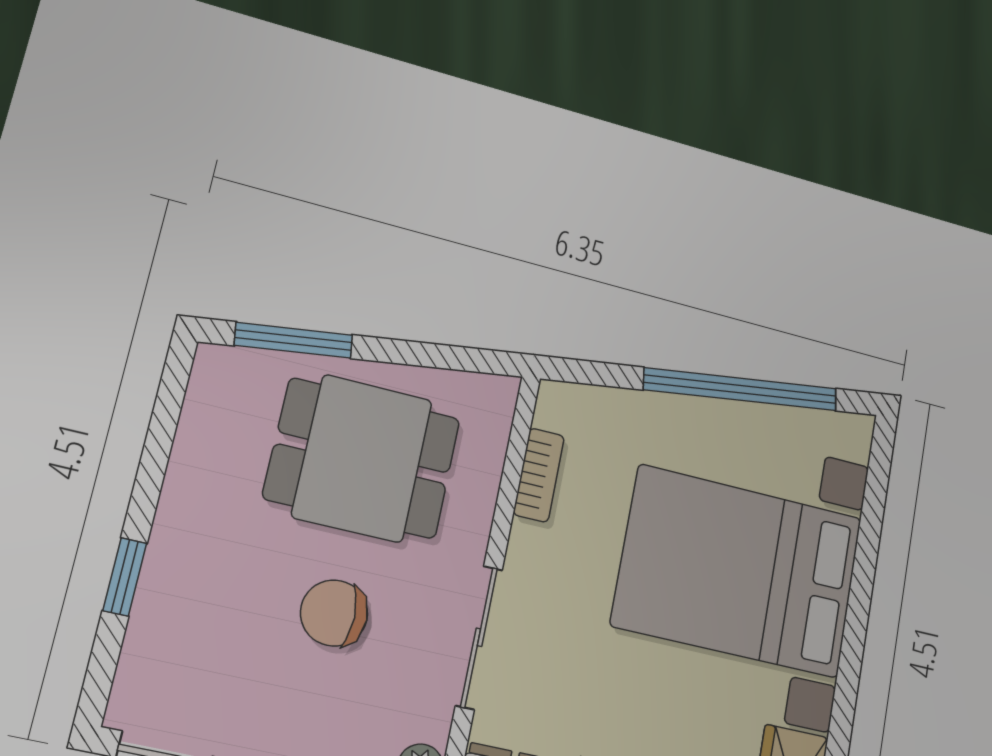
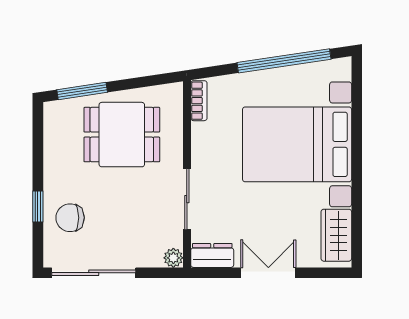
bookcase: (539, 475) -> (199, 101), moved
chair: (334, 613) -> (70, 218), moved

